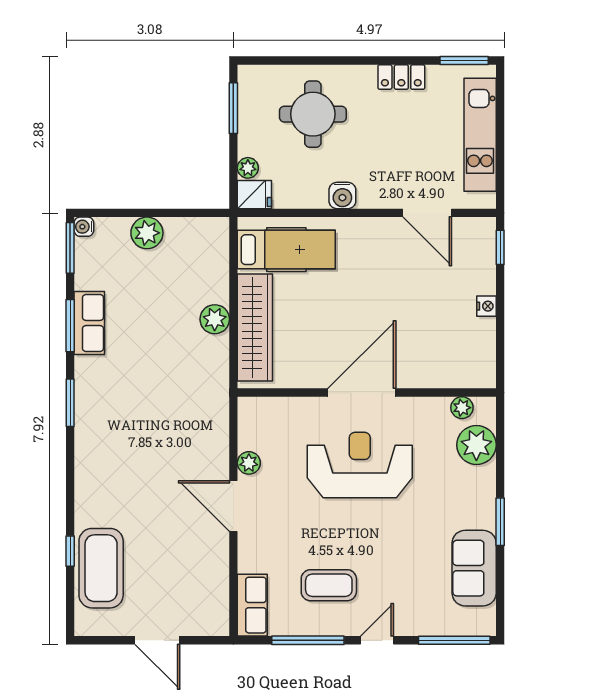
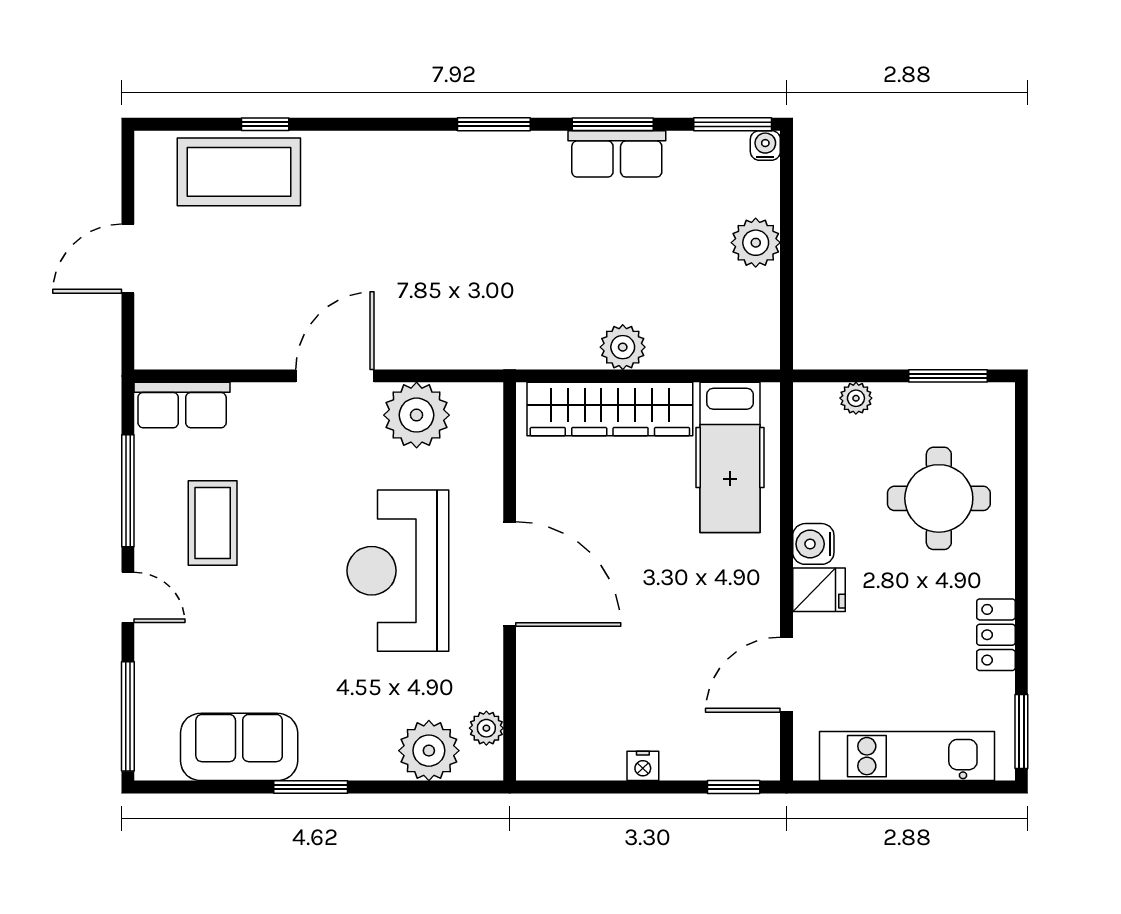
fridge: (254, 195) -> (819, 590), moved, turned -90
plant: (249, 463) -> (417, 415), width x1.88, depth x1.88
reception desk: (360, 465) -> (398, 571), turned 180

